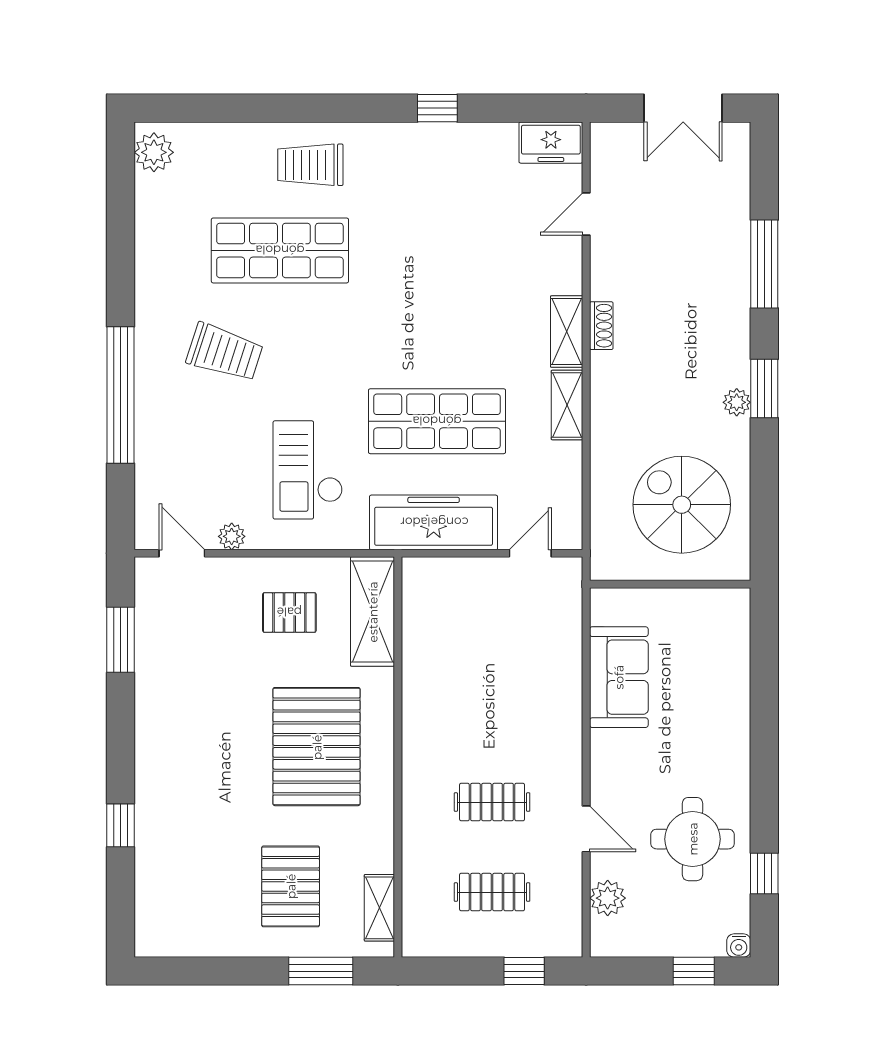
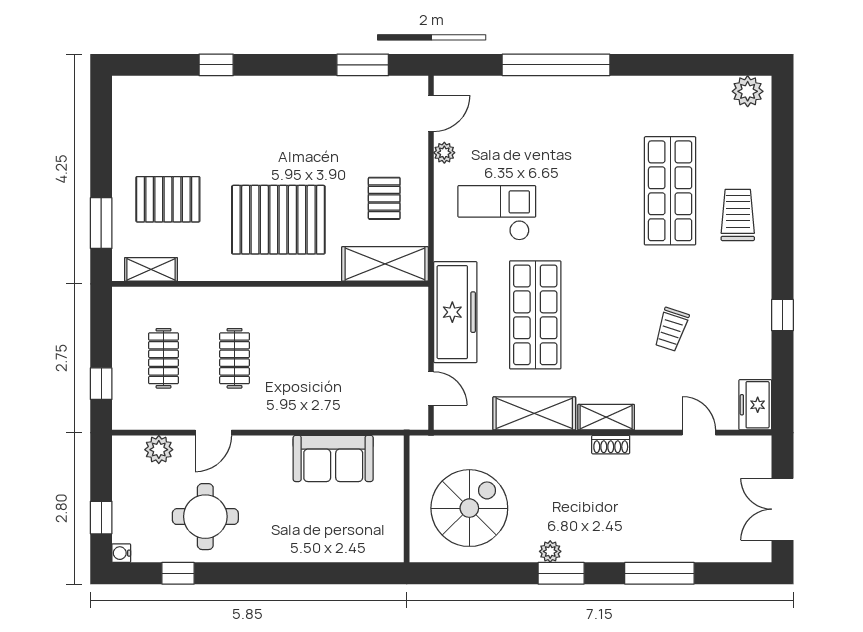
trolley: (225, 352) -> (671, 329), moved, width x0.73, depth x0.72
shelving: (567, 405) -> (534, 413), width x1.50, depth x1.33

